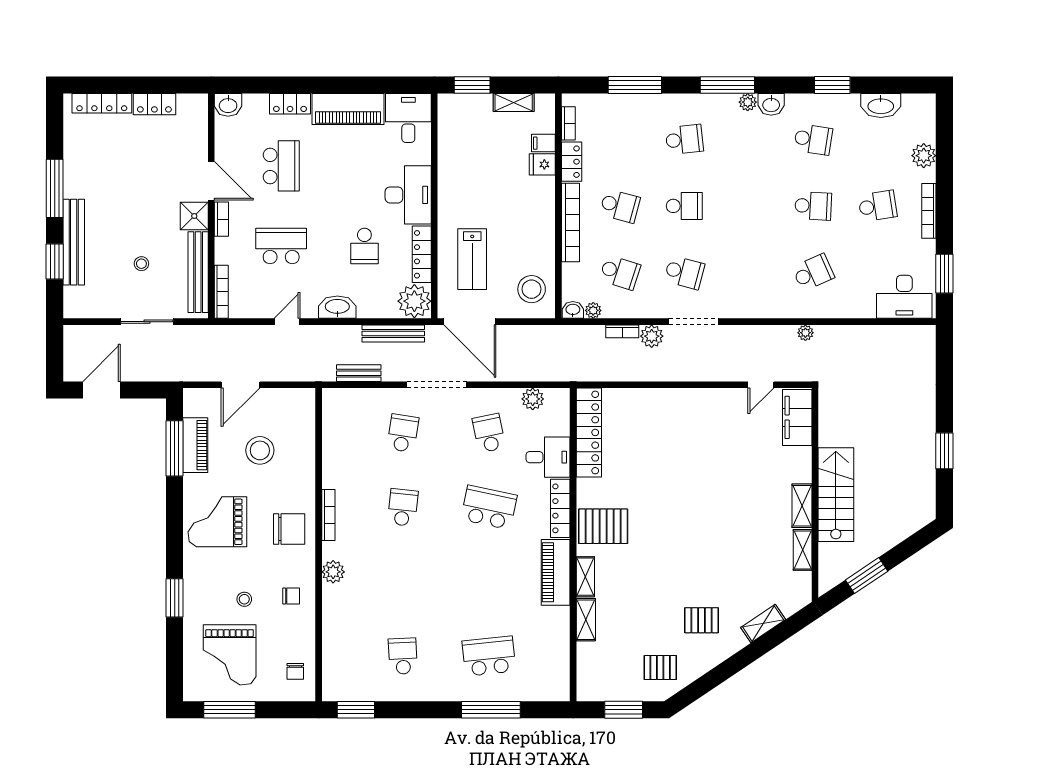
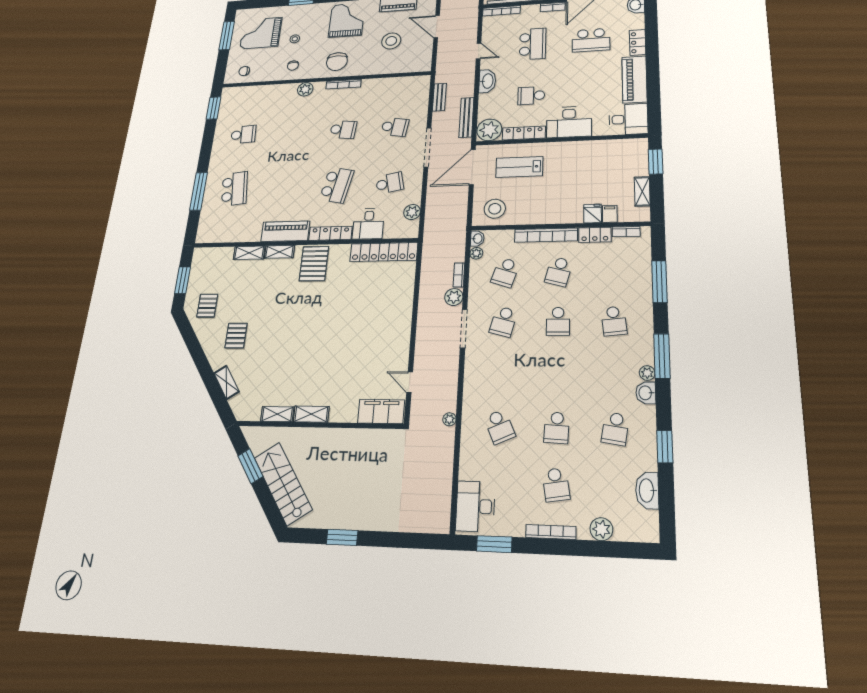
stairs: (836, 495) -> (283, 484), moved, turned -124

